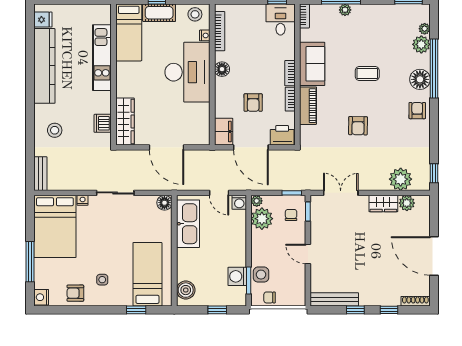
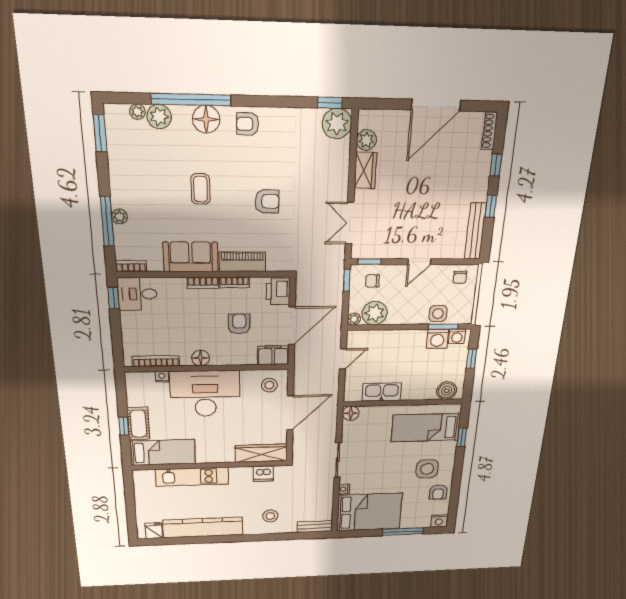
stool: (195, 14) -> (269, 385), moved
armchair: (253, 103) -> (239, 324), turned -90
plant: (401, 179) -> (337, 124), moved
washing machine: (239, 202) -> (457, 336), moved, turned 90
kitchen sink: (188, 224) -> (382, 392), width x0.73, depth x0.81
side table: (102, 280) -> (427, 469), width x1.87, depth x1.87
chair: (270, 297) -> (460, 277), moved

